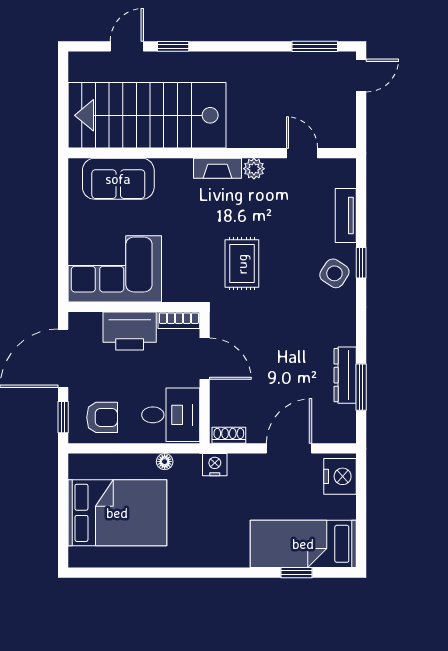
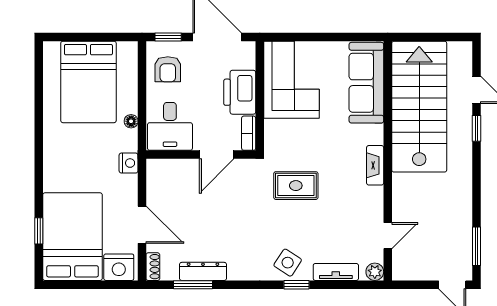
plant: (254, 169) -> (375, 272), moved
sofa: (118, 179) -> (366, 83), width x1.36
shoe rack: (229, 435) -> (153, 267), moved
bed: (303, 544) -> (73, 237), width x1.50

